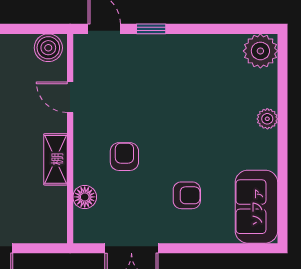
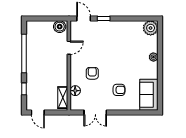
door: (70, 97) -> (69, 48), swing flipped
shelving: (56, 159) -> (63, 98), moved

